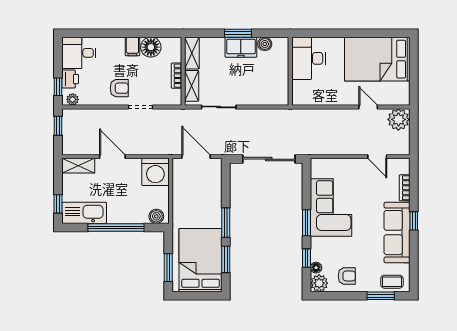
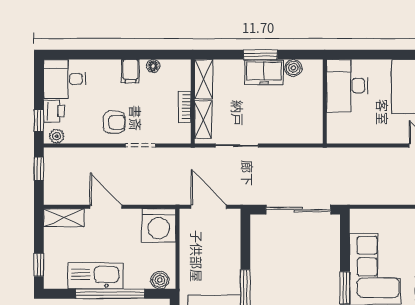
floor lamp: (151, 47) -> (153, 66), width x0.53, depth x0.53
kitchen sink: (84, 213) -> (96, 276), moved

